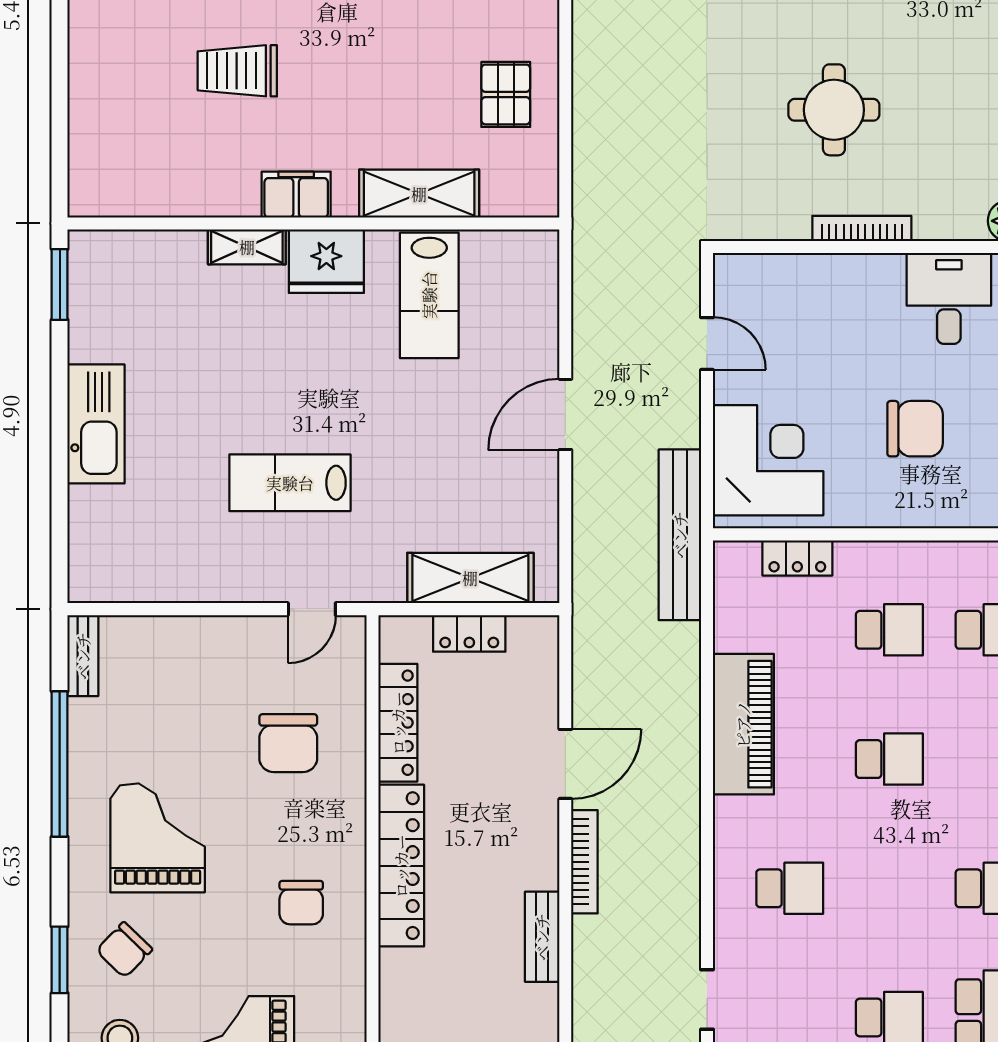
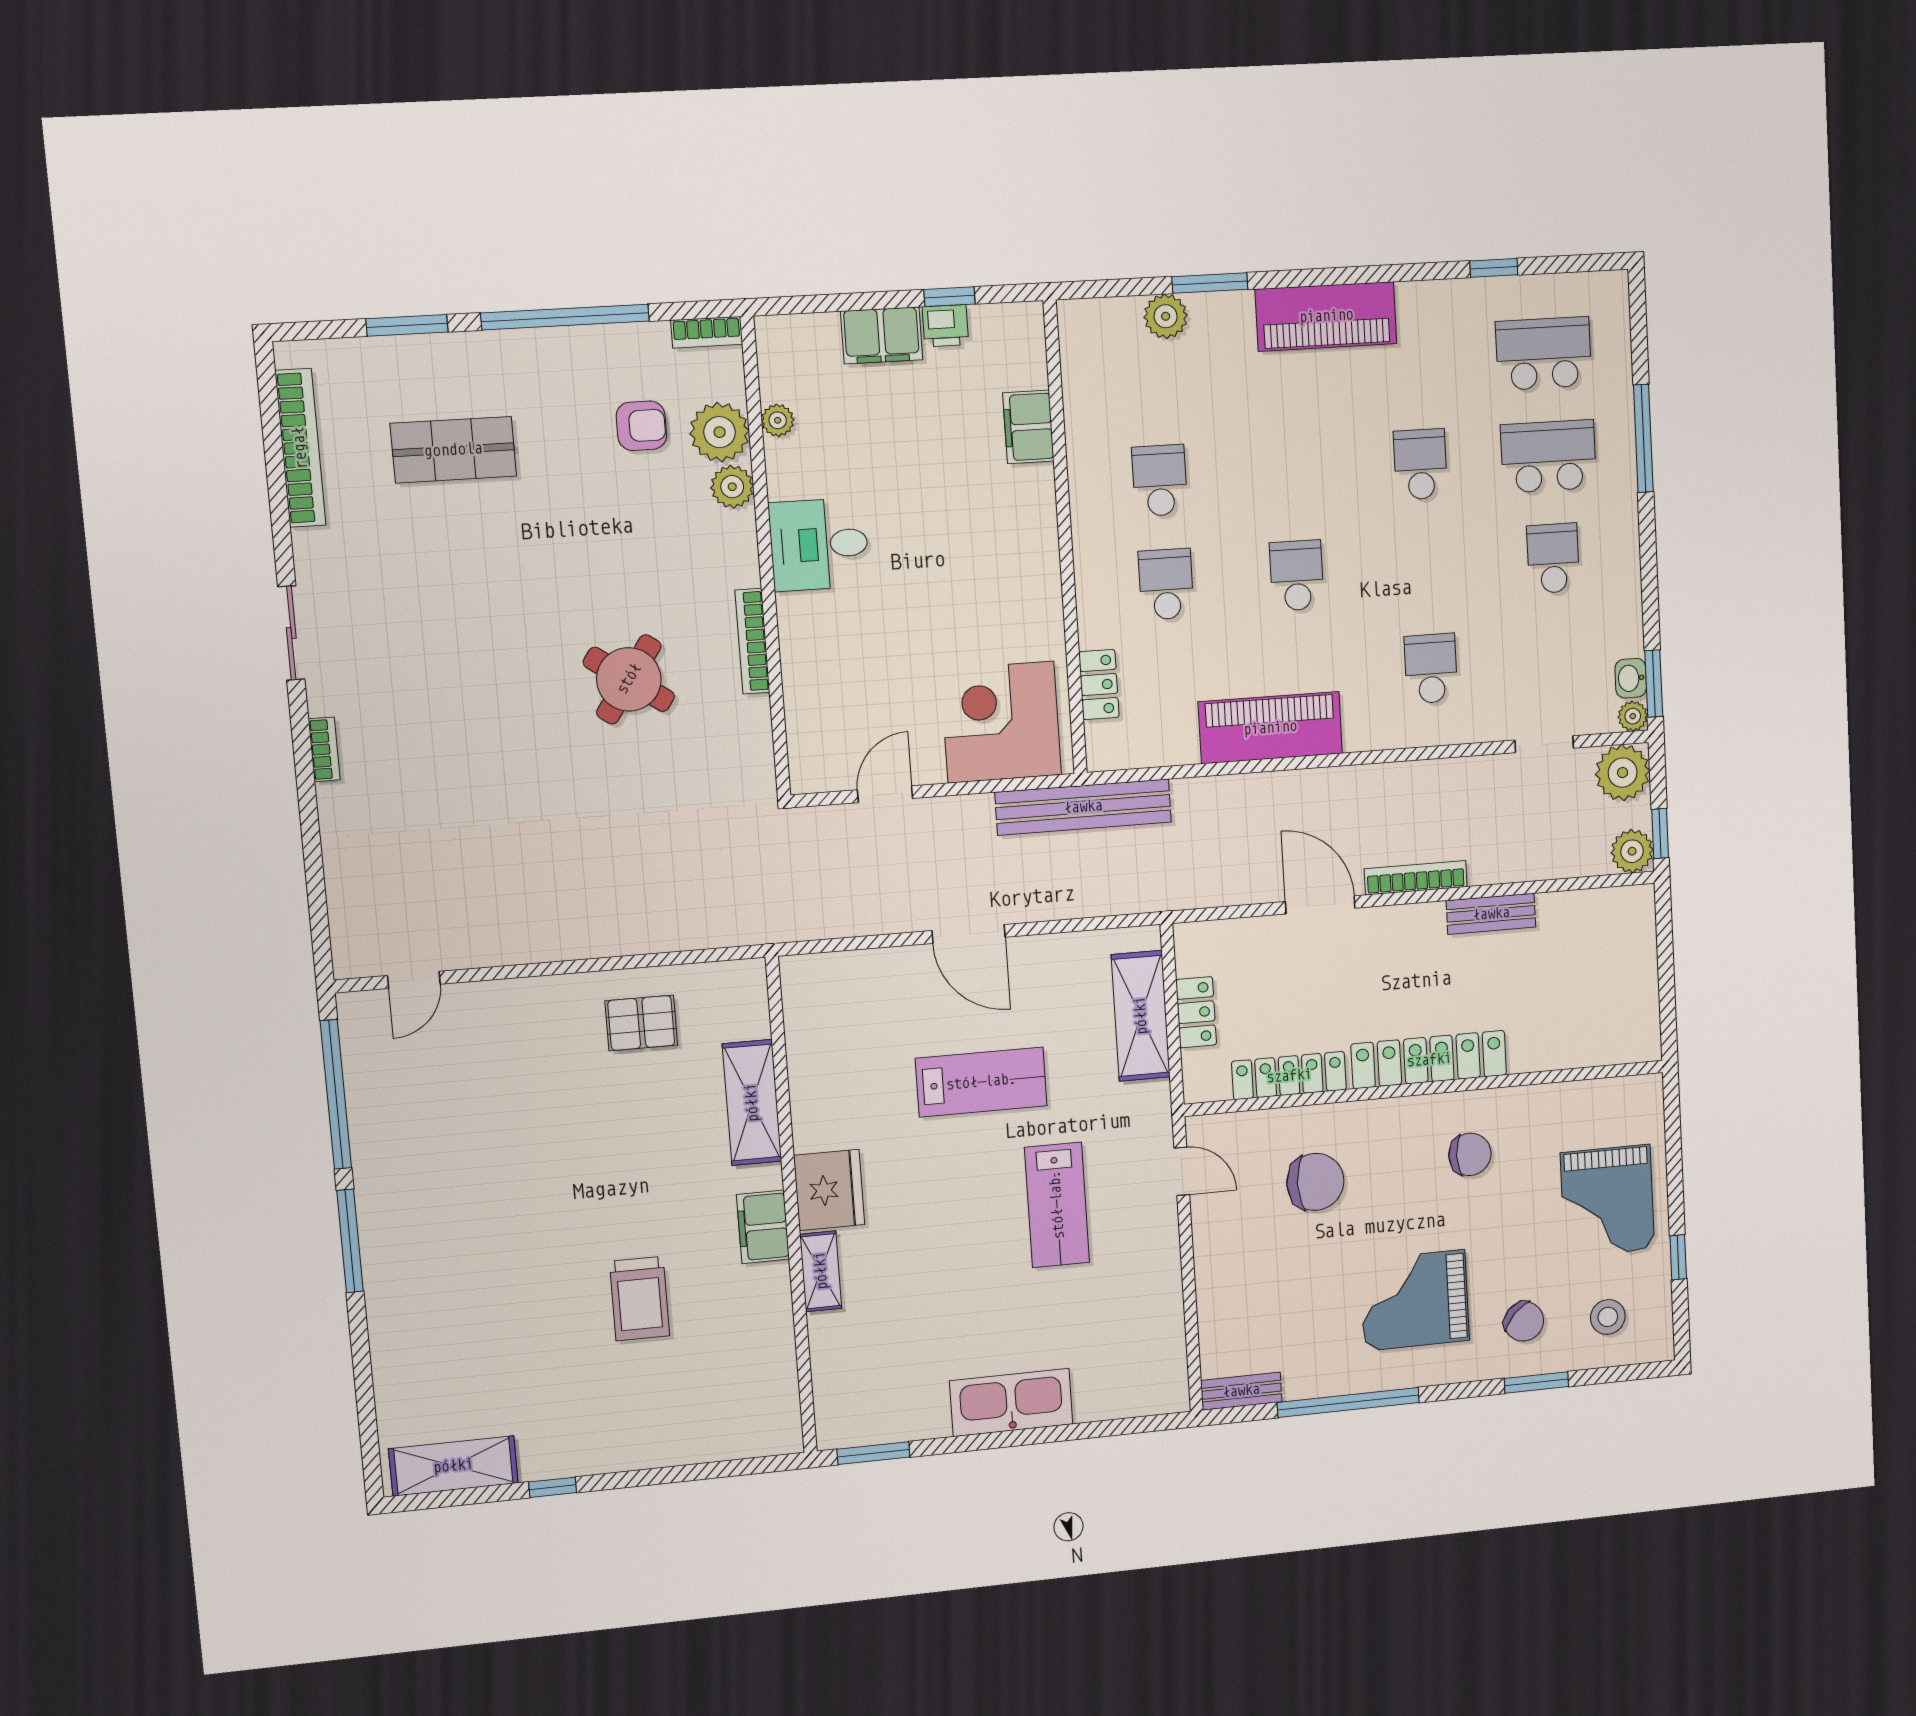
round table: (834, 110) -> (629, 679), turned 35
lab bench: (429, 295) -> (981, 1082), moved
chair: (915, 429) -> (958, 571), removed

